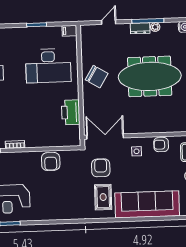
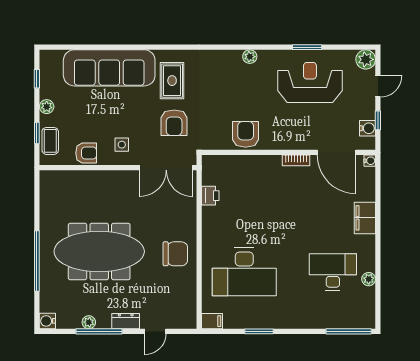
dresser: (140, 28) -> (126, 321), moved
desk: (48, 66) -> (244, 272), turned 180
chair: (97, 77) -> (175, 254), turned 149
printer: (71, 112) -> (210, 196), width x0.53, depth x0.68
plant: (50, 216) -> (250, 57), added

